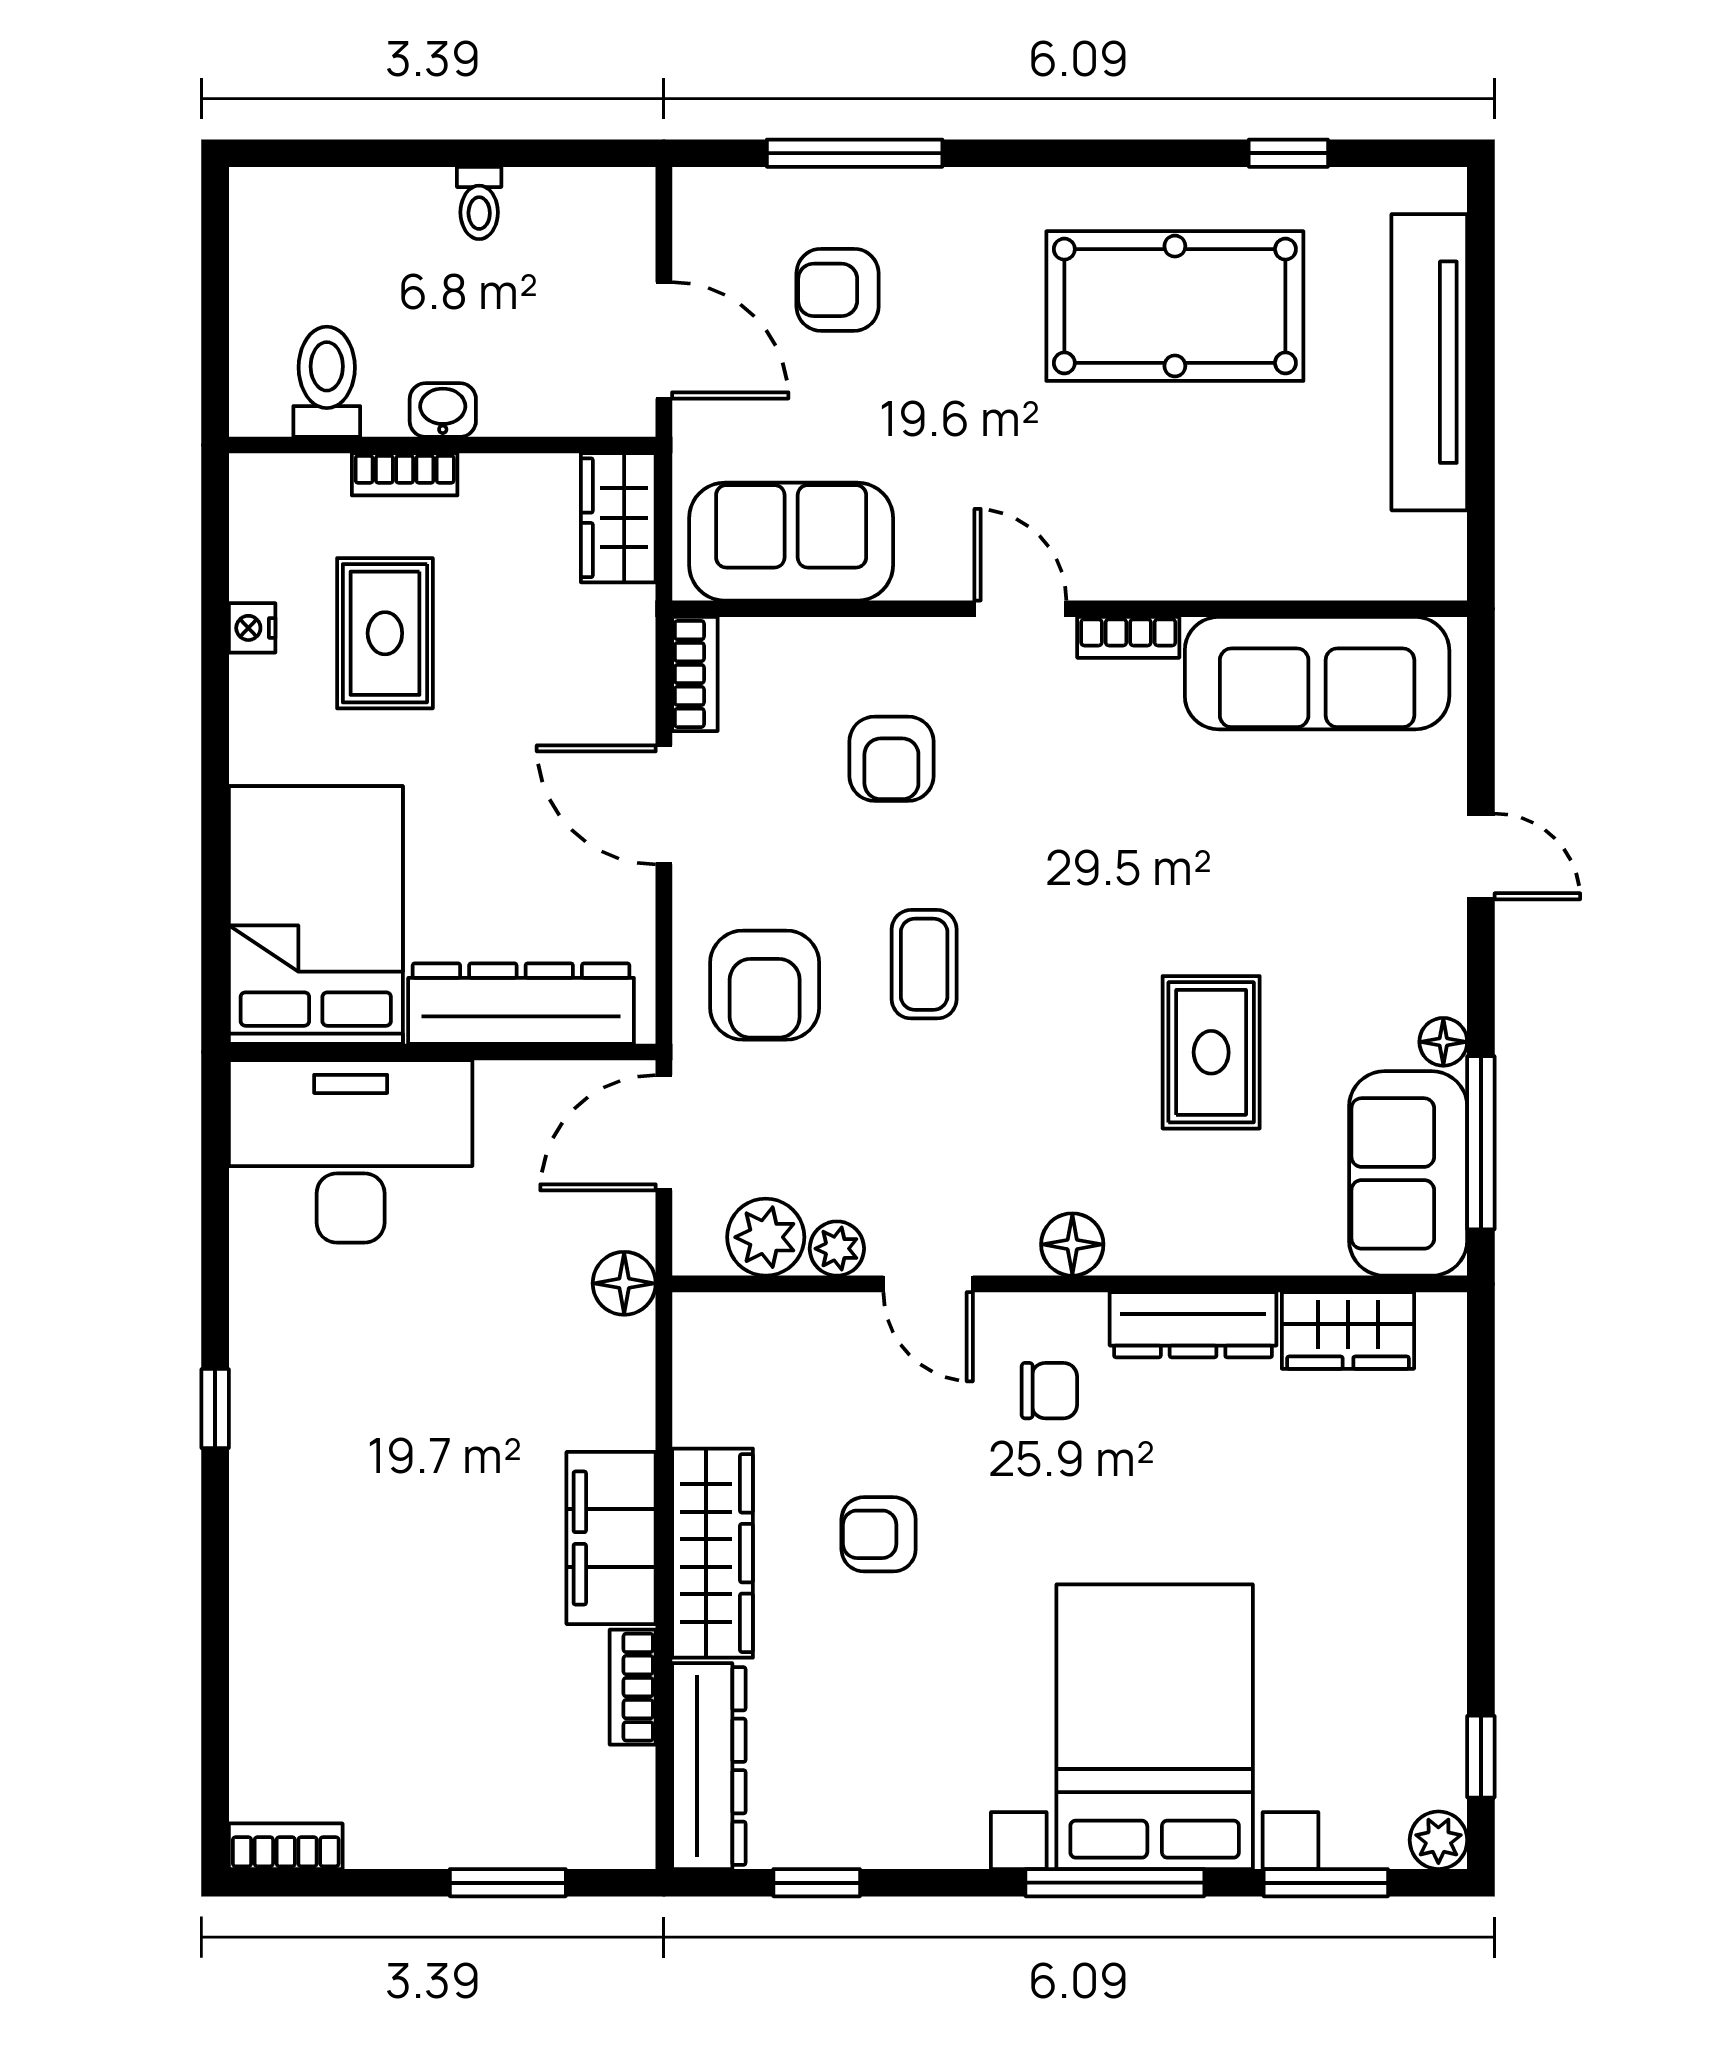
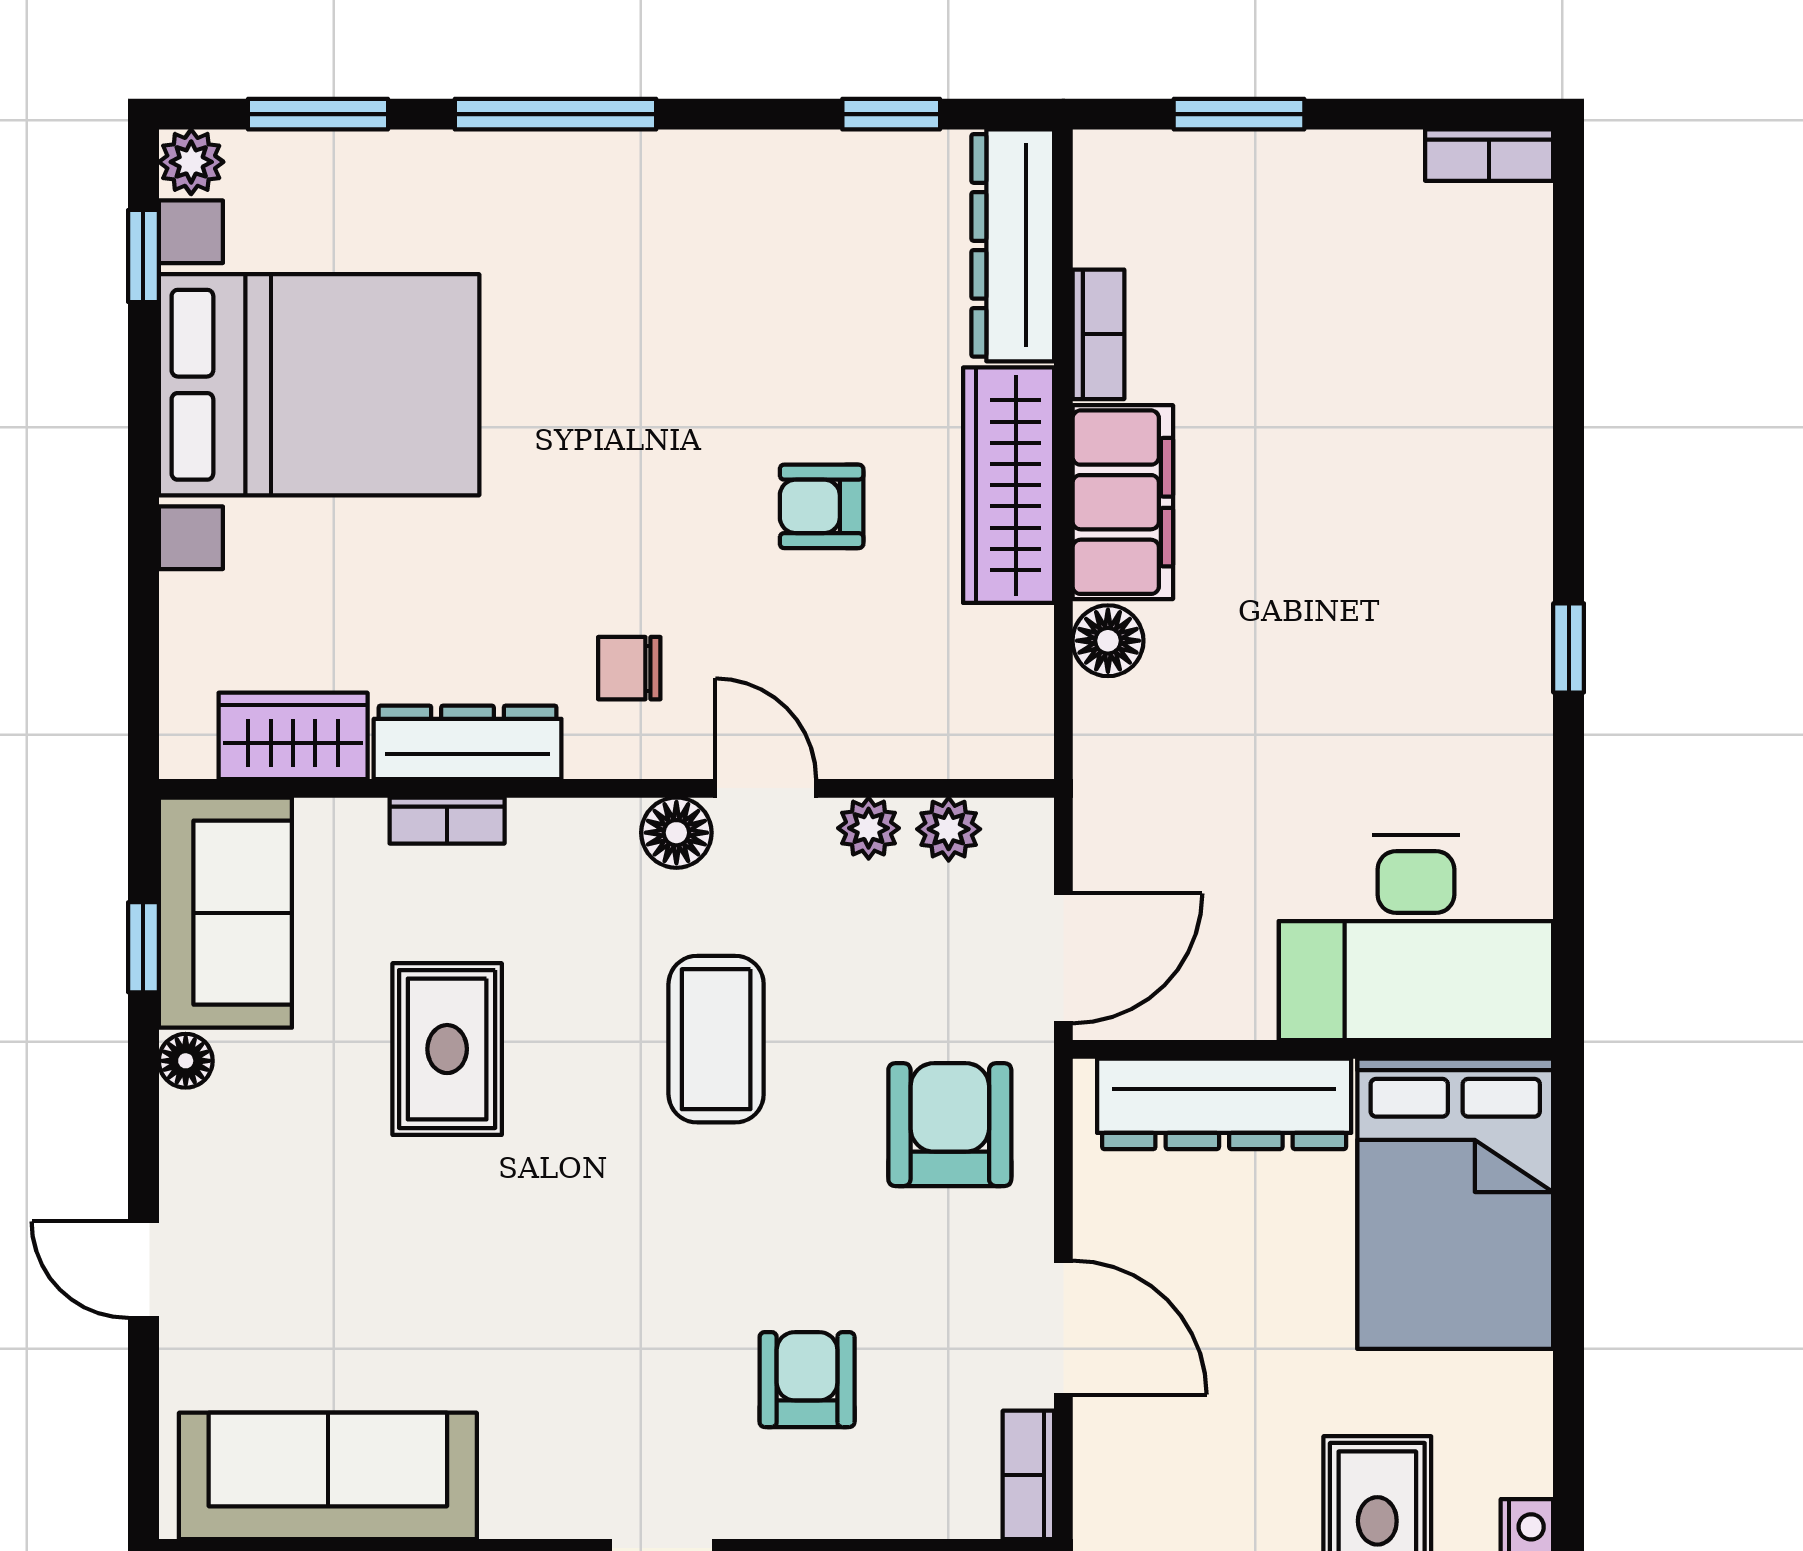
bookcase: (1128, 637) -> (447, 821), moved, turned 180
coffee table: (924, 964) -> (716, 1039), moved, width x1.36, depth x1.30
window: (1481, 1143) -> (143, 947), width x0.46
plant: (766, 1237) -> (949, 829), width x0.73, depth x0.73
floor lamp: (1072, 1244) -> (676, 833), moved
floor lamp: (624, 1283) -> (1108, 641), moved
armchair: (879, 1534) -> (822, 506), turned 180
bed with nightstands: (1155, 1727) -> (319, 385), moved, turned -90

